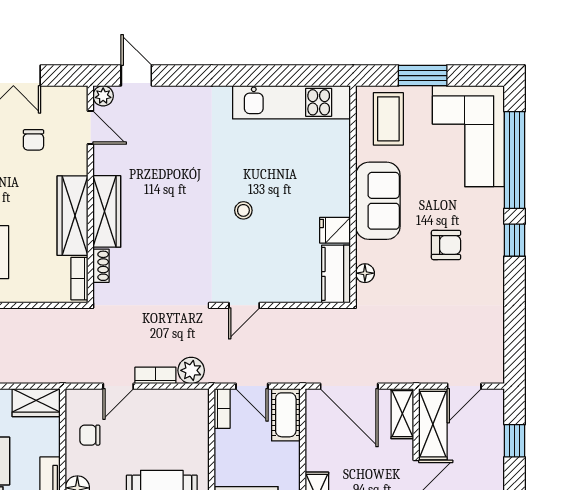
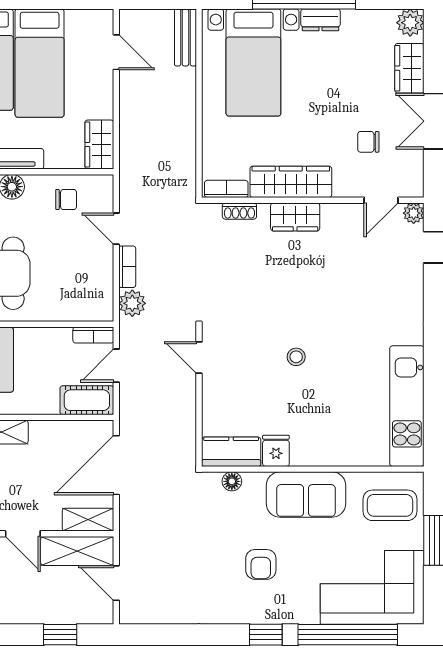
wardrobe: (107, 211) -> (295, 217), width x0.67
chair: (90, 435) -> (66, 199), turned 90

